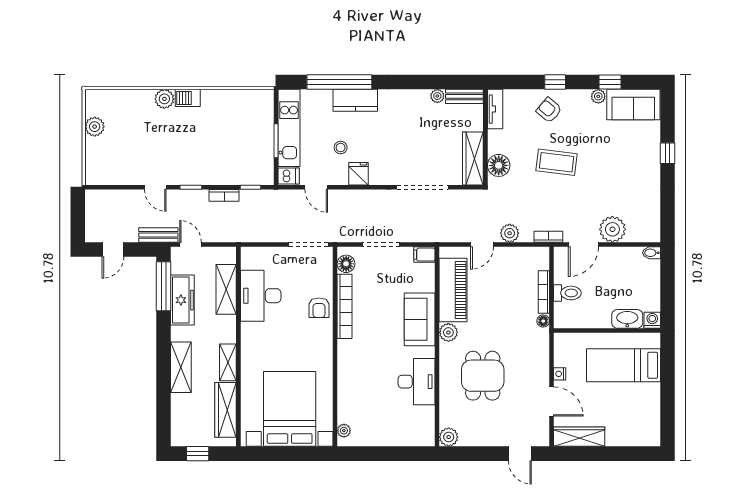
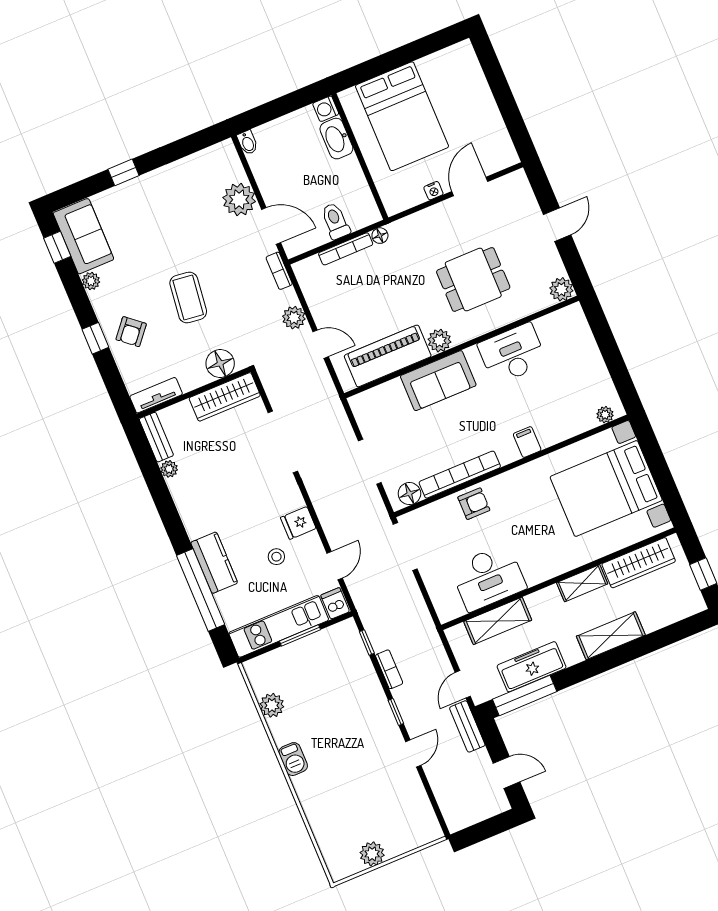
window: (610, 82) -> (57, 247), moved
plant: (164, 99) -> (272, 705), moved
filing cabinet: (424, 255) -> (527, 442), moved, turned 180
bed: (624, 365) -> (402, 116), width x1.50
wardrobe: (579, 437) -> (497, 137), removed
door: (520, 454) -> (557, 225), moved

